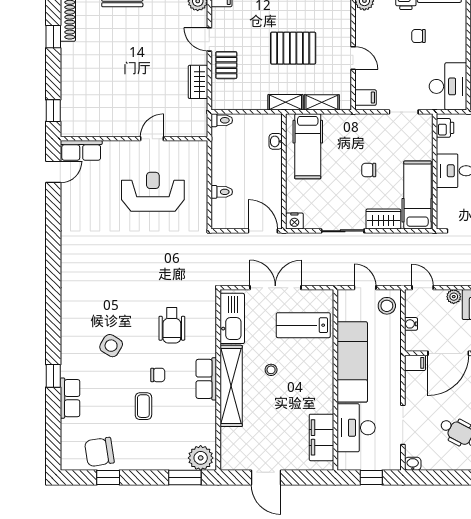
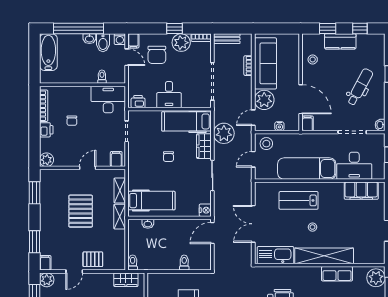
wardrobe: (198, 82) -> (126, 280), moved
plant: (401, 247) -> (224, 133), added
plant: (454, 297) -> (264, 100), width x1.87, depth x1.87
lab bench: (303, 325) -> (299, 200), moved, turned 90
row of seats: (206, 379) -> (337, 274), moved

